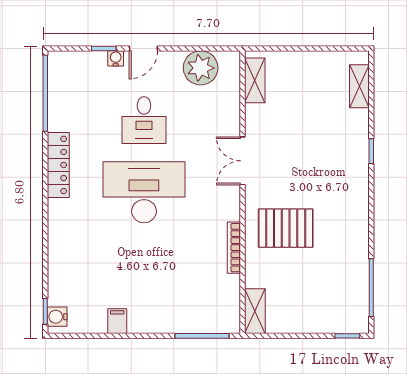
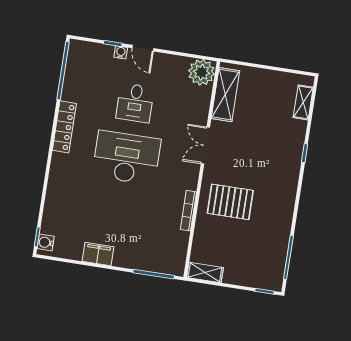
door: (143, 49) -> (143, 48), hinge flipped
plant: (201, 68) -> (202, 72), moved
shelving: (255, 80) -> (225, 95), width x1.50, depth x1.33
shelving: (255, 311) -> (205, 272), moved, turned 90
filing cabinet: (117, 321) -> (98, 254), width x2.00

